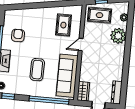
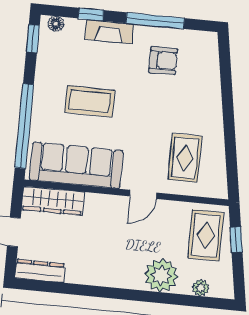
rug: (63, 25) -> (185, 158), turned 90
door: (81, 44) -> (143, 194), swing flipped
wardrobe: (83, 91) -> (53, 201), width x1.50

